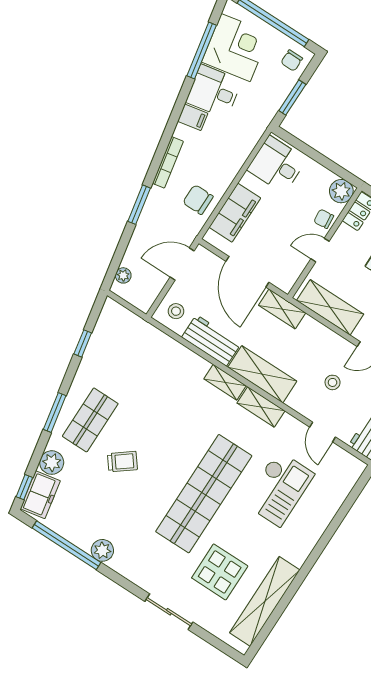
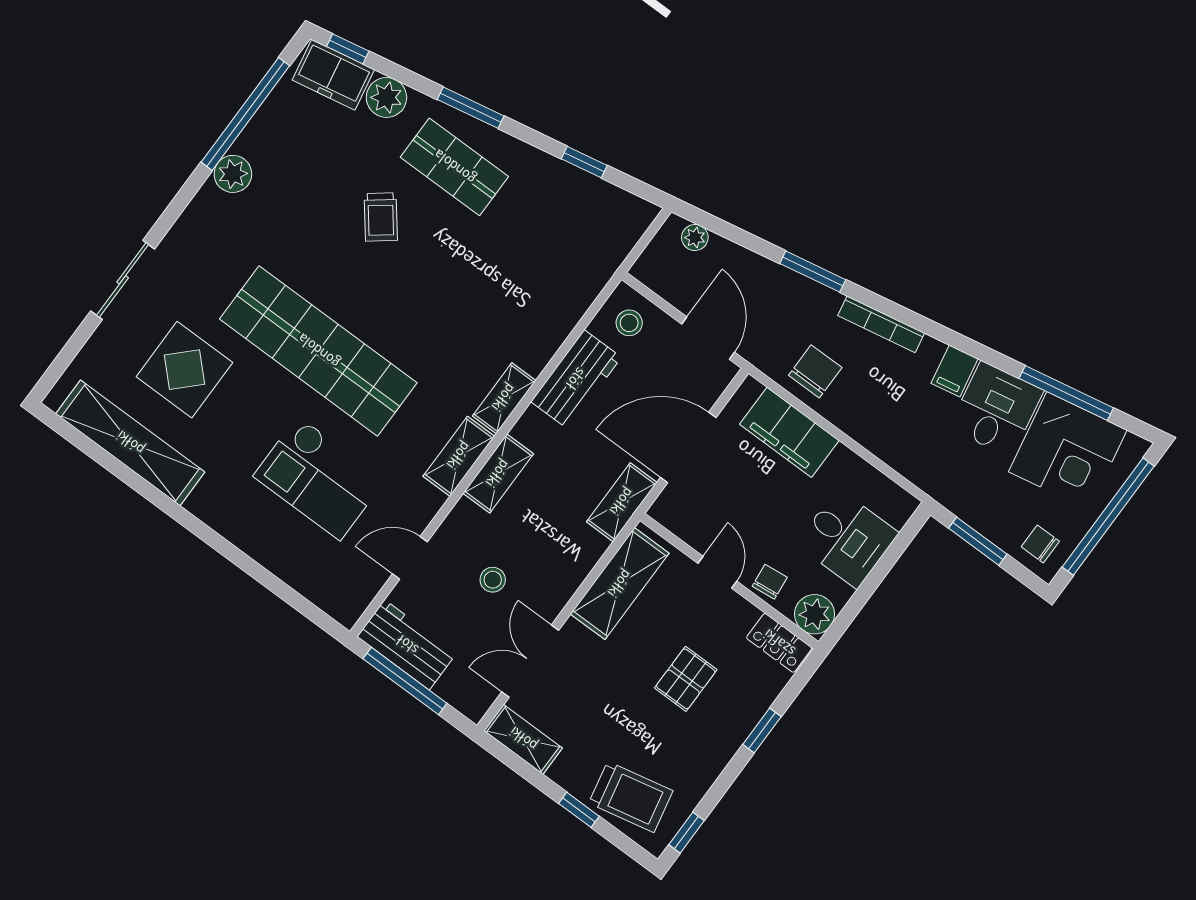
desk: (277, 165) -> (847, 539), moved, turned 90
shelving: (262, 374) -> (498, 474), width x0.67, depth x0.75

